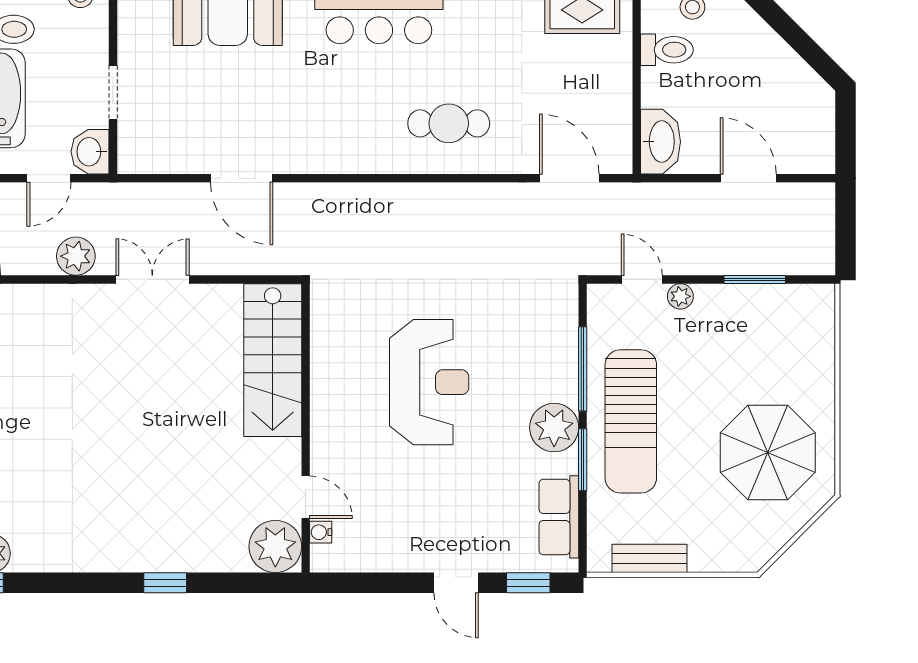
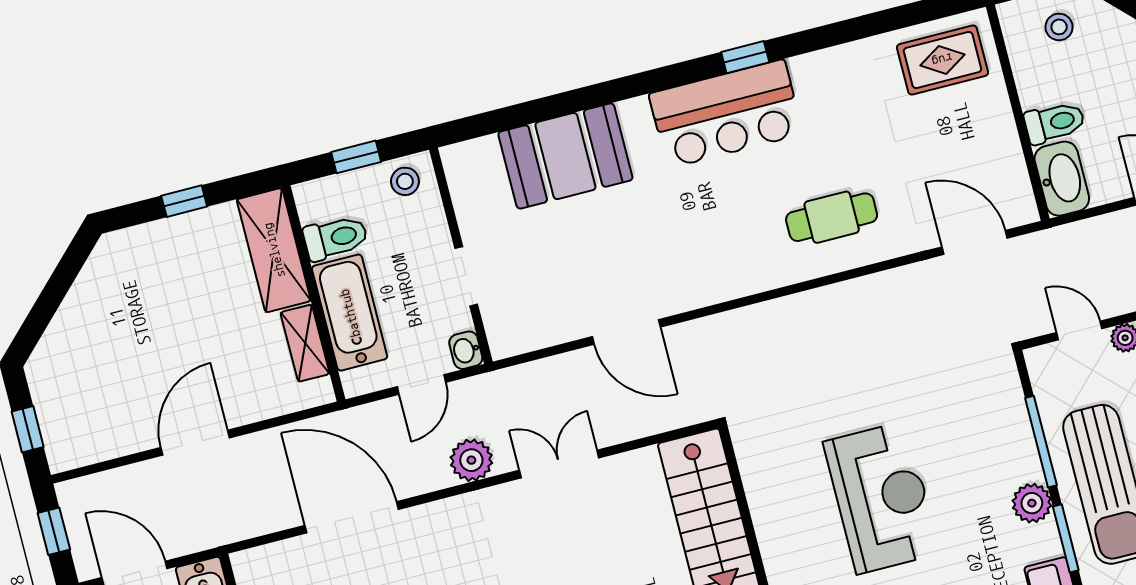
toilet: (667, 50) -> (1055, 123), moved
washbasin: (90, 152) -> (466, 350), width x0.72, depth x0.69
plant: (554, 428) -> (1032, 503), width x0.73, depth x0.73

